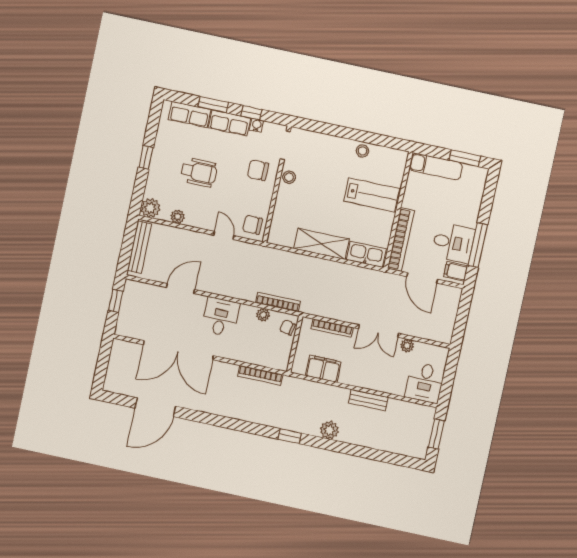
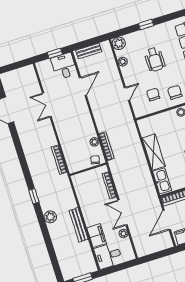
chair: (252, 225) -> (153, 95), moved
bench: (139, 247) -> (89, 51), width x0.73
door: (181, 288) -> (83, 86), hinge flipped
desk: (221, 317) -> (64, 66), moved, turned -90
double door: (178, 350) -> (47, 105), width x0.54
filing cabinet: (323, 369) -> (97, 236), moved
bench: (368, 400) -> (79, 225), width x1.36

